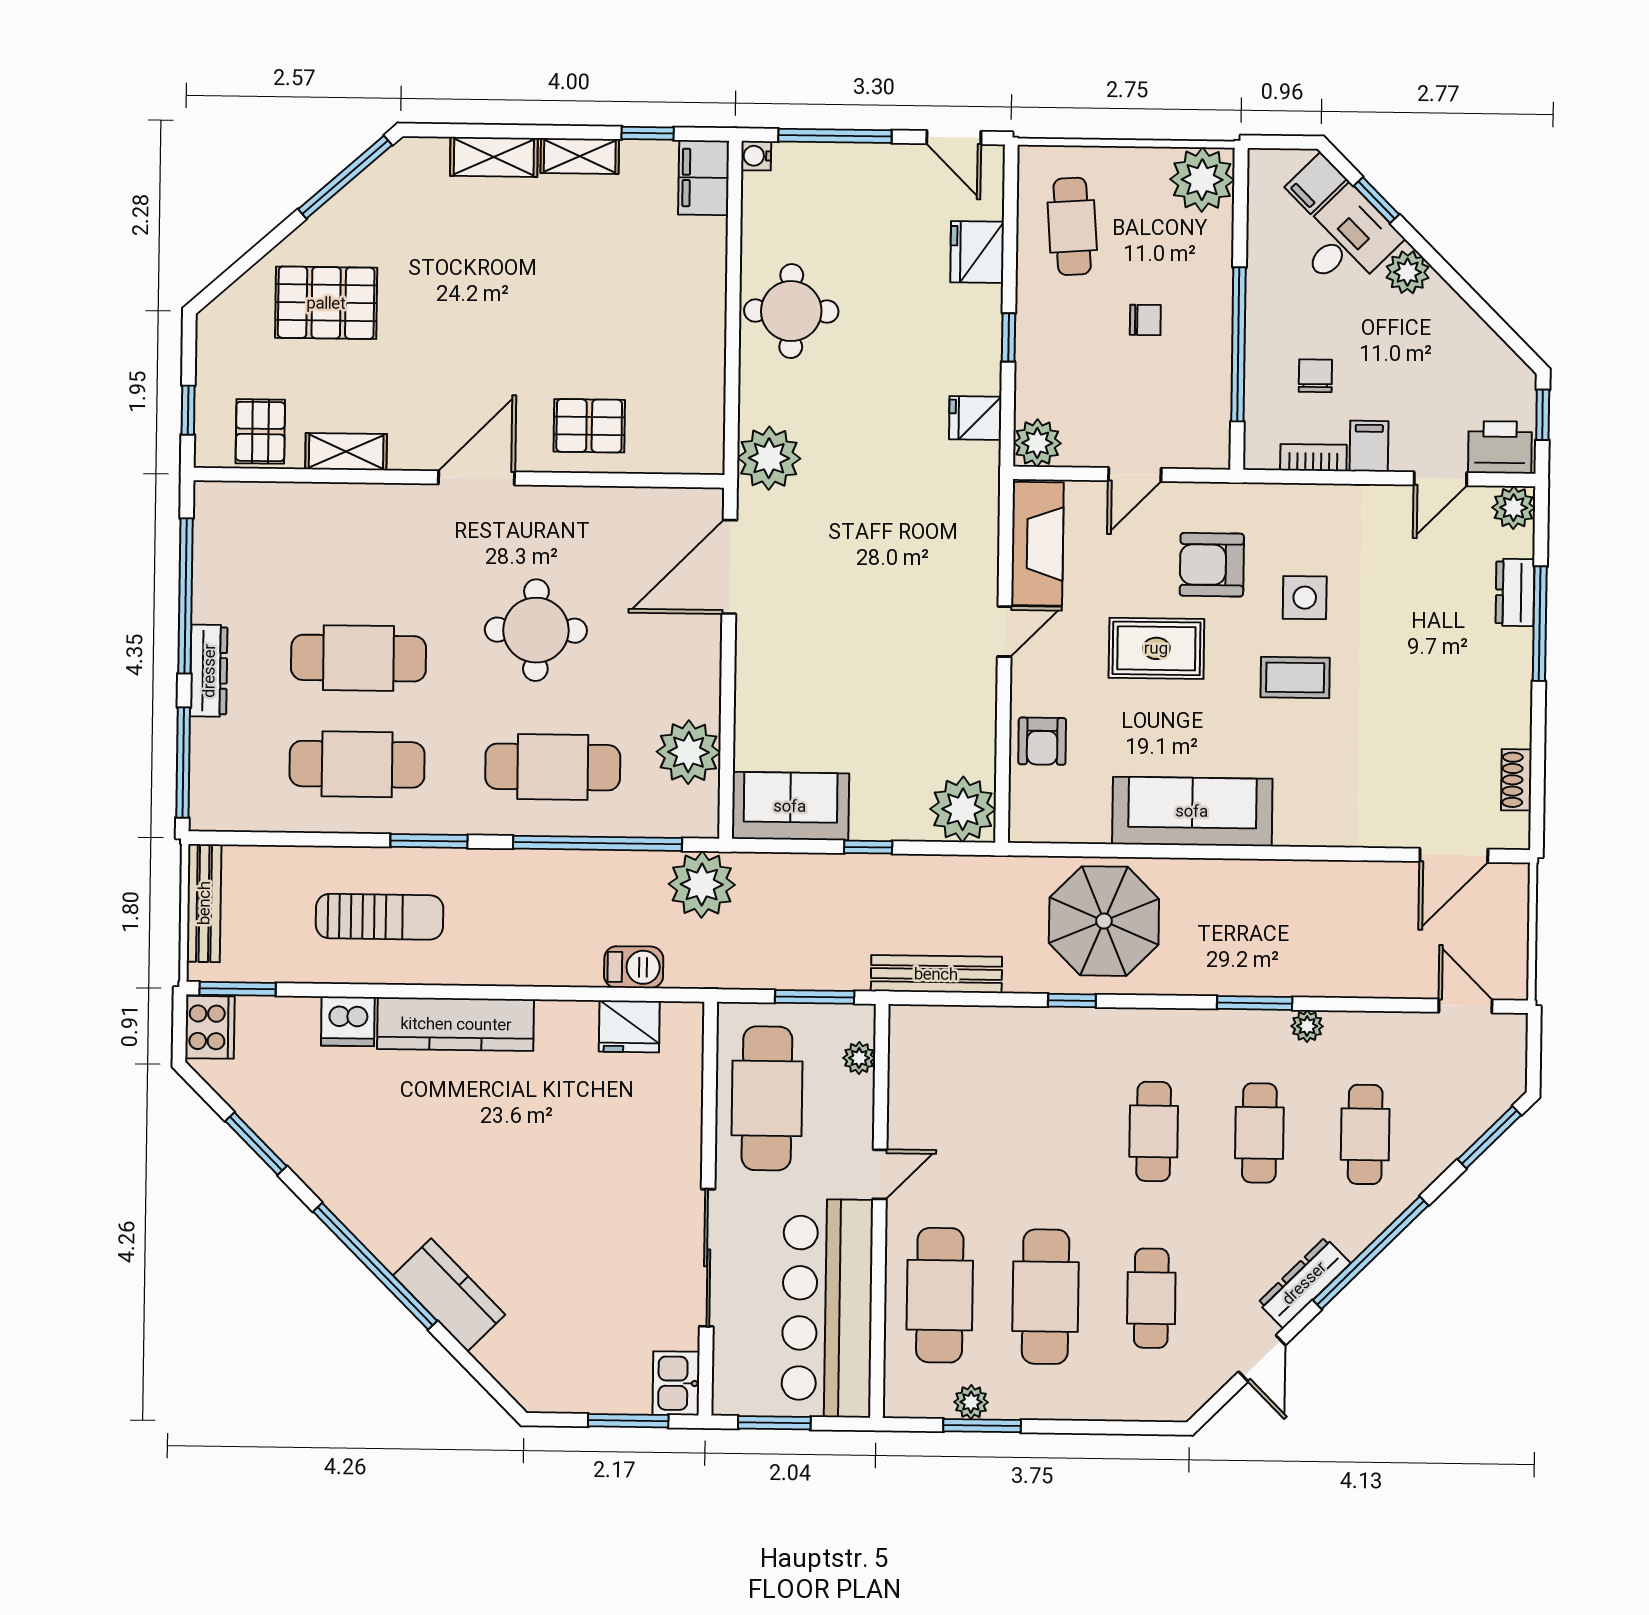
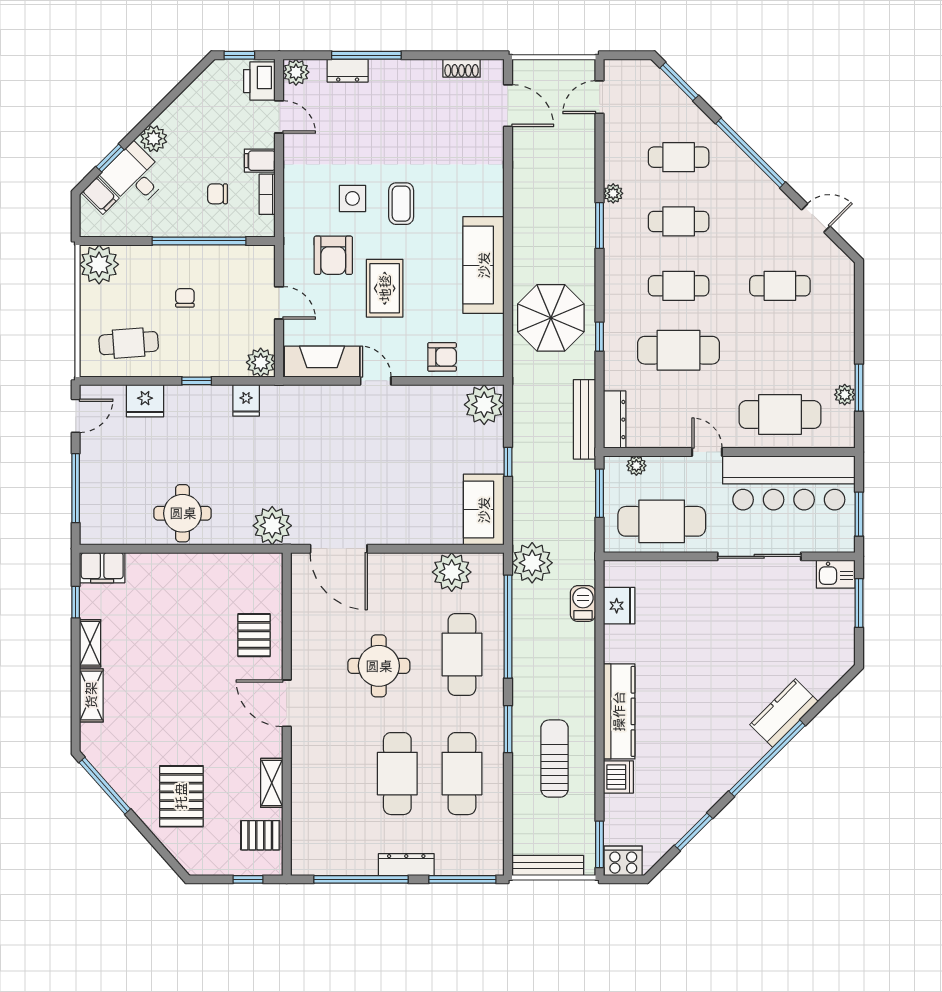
water cooler: (756, 156) -> (88, 536), removed
dresser: (1304, 1283) -> (615, 420), moved, turned -135
cafe table: (1046, 1297) -> (679, 350), moved

